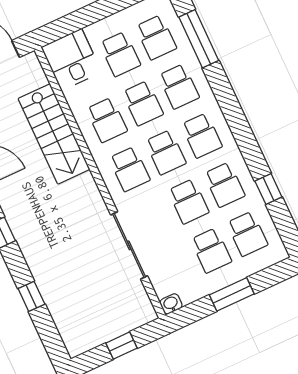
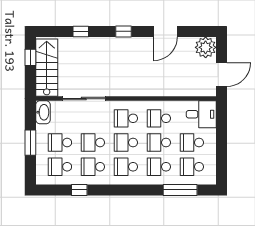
stairs: (54, 134) -> (47, 68), moved, turned 90
washbasin: (171, 304) -> (43, 112), width x1.91, depth x1.45
window: (121, 346) -> (30, 57), moved

